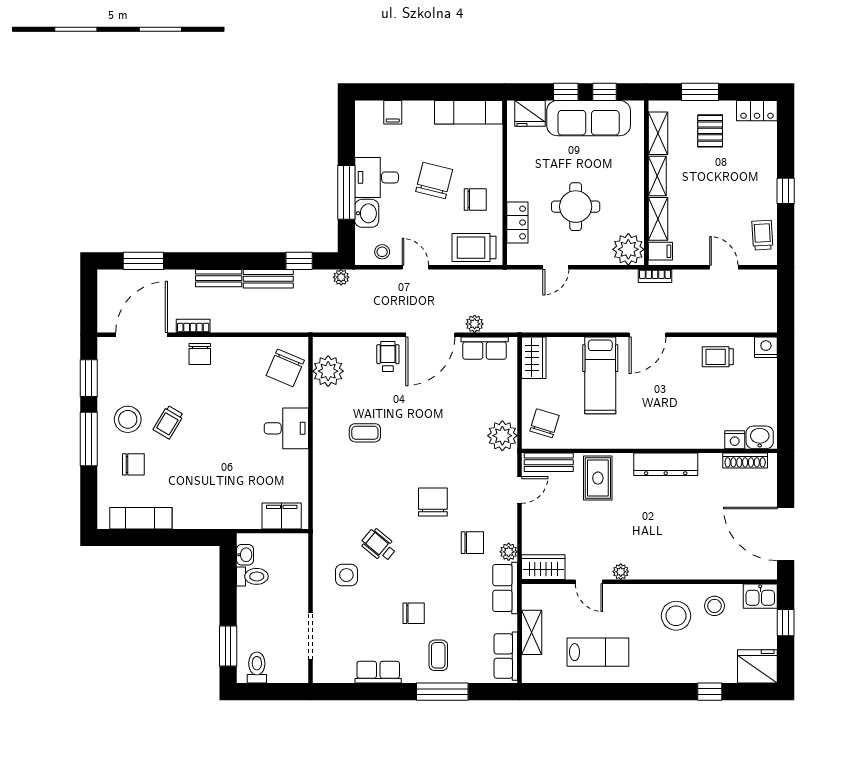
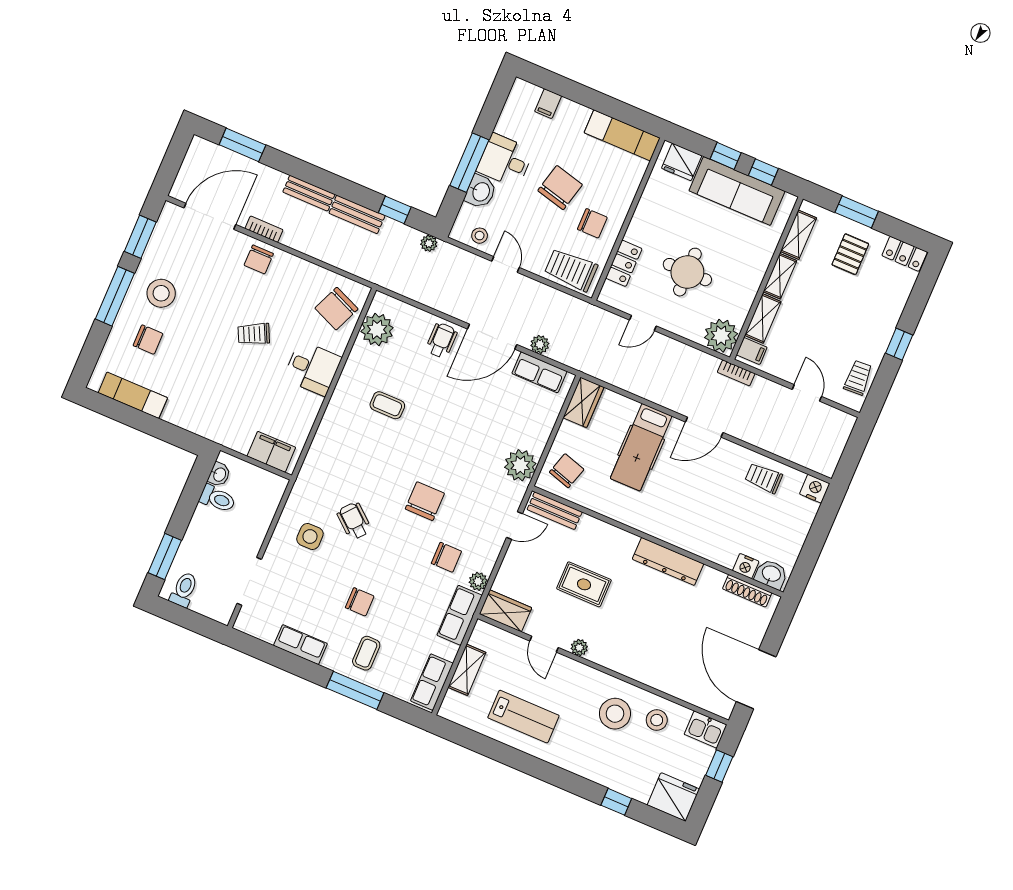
trolley: (168, 422) -> (254, 334), moved, turned 33
rug: (598, 478) -> (584, 584), moved, turned 90

